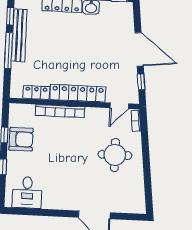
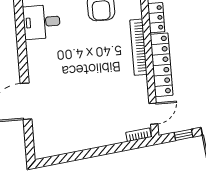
door: (119, 106) -> (153, 114), swing flipped
round table: (115, 155) -> (97, 116), removed

